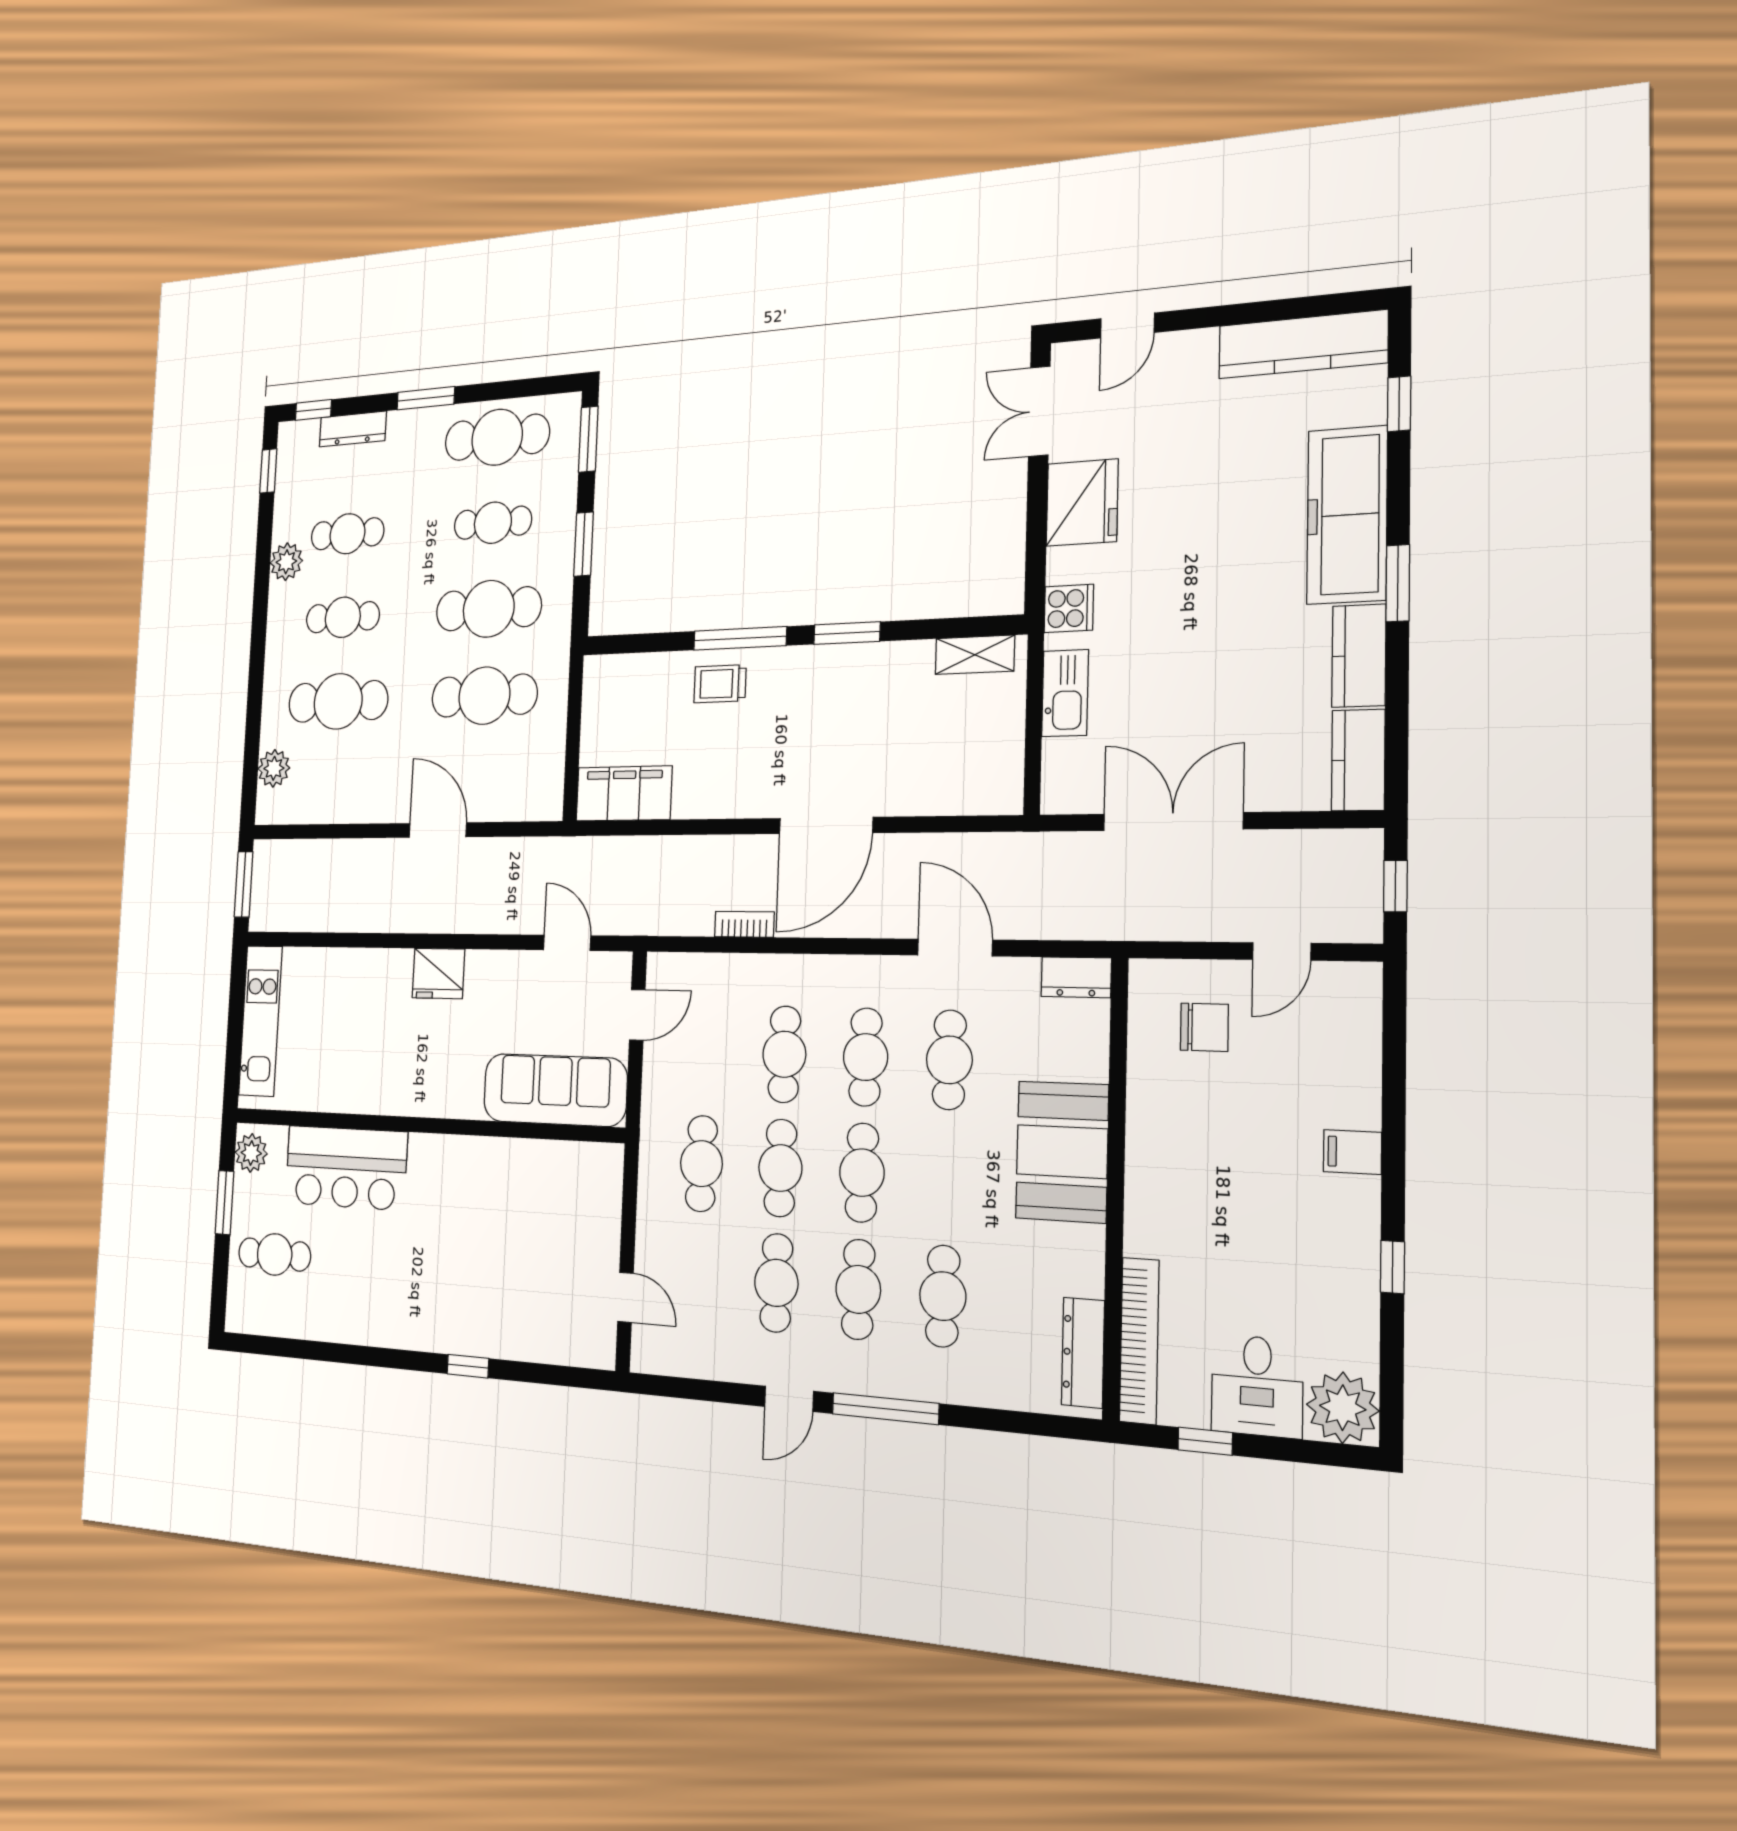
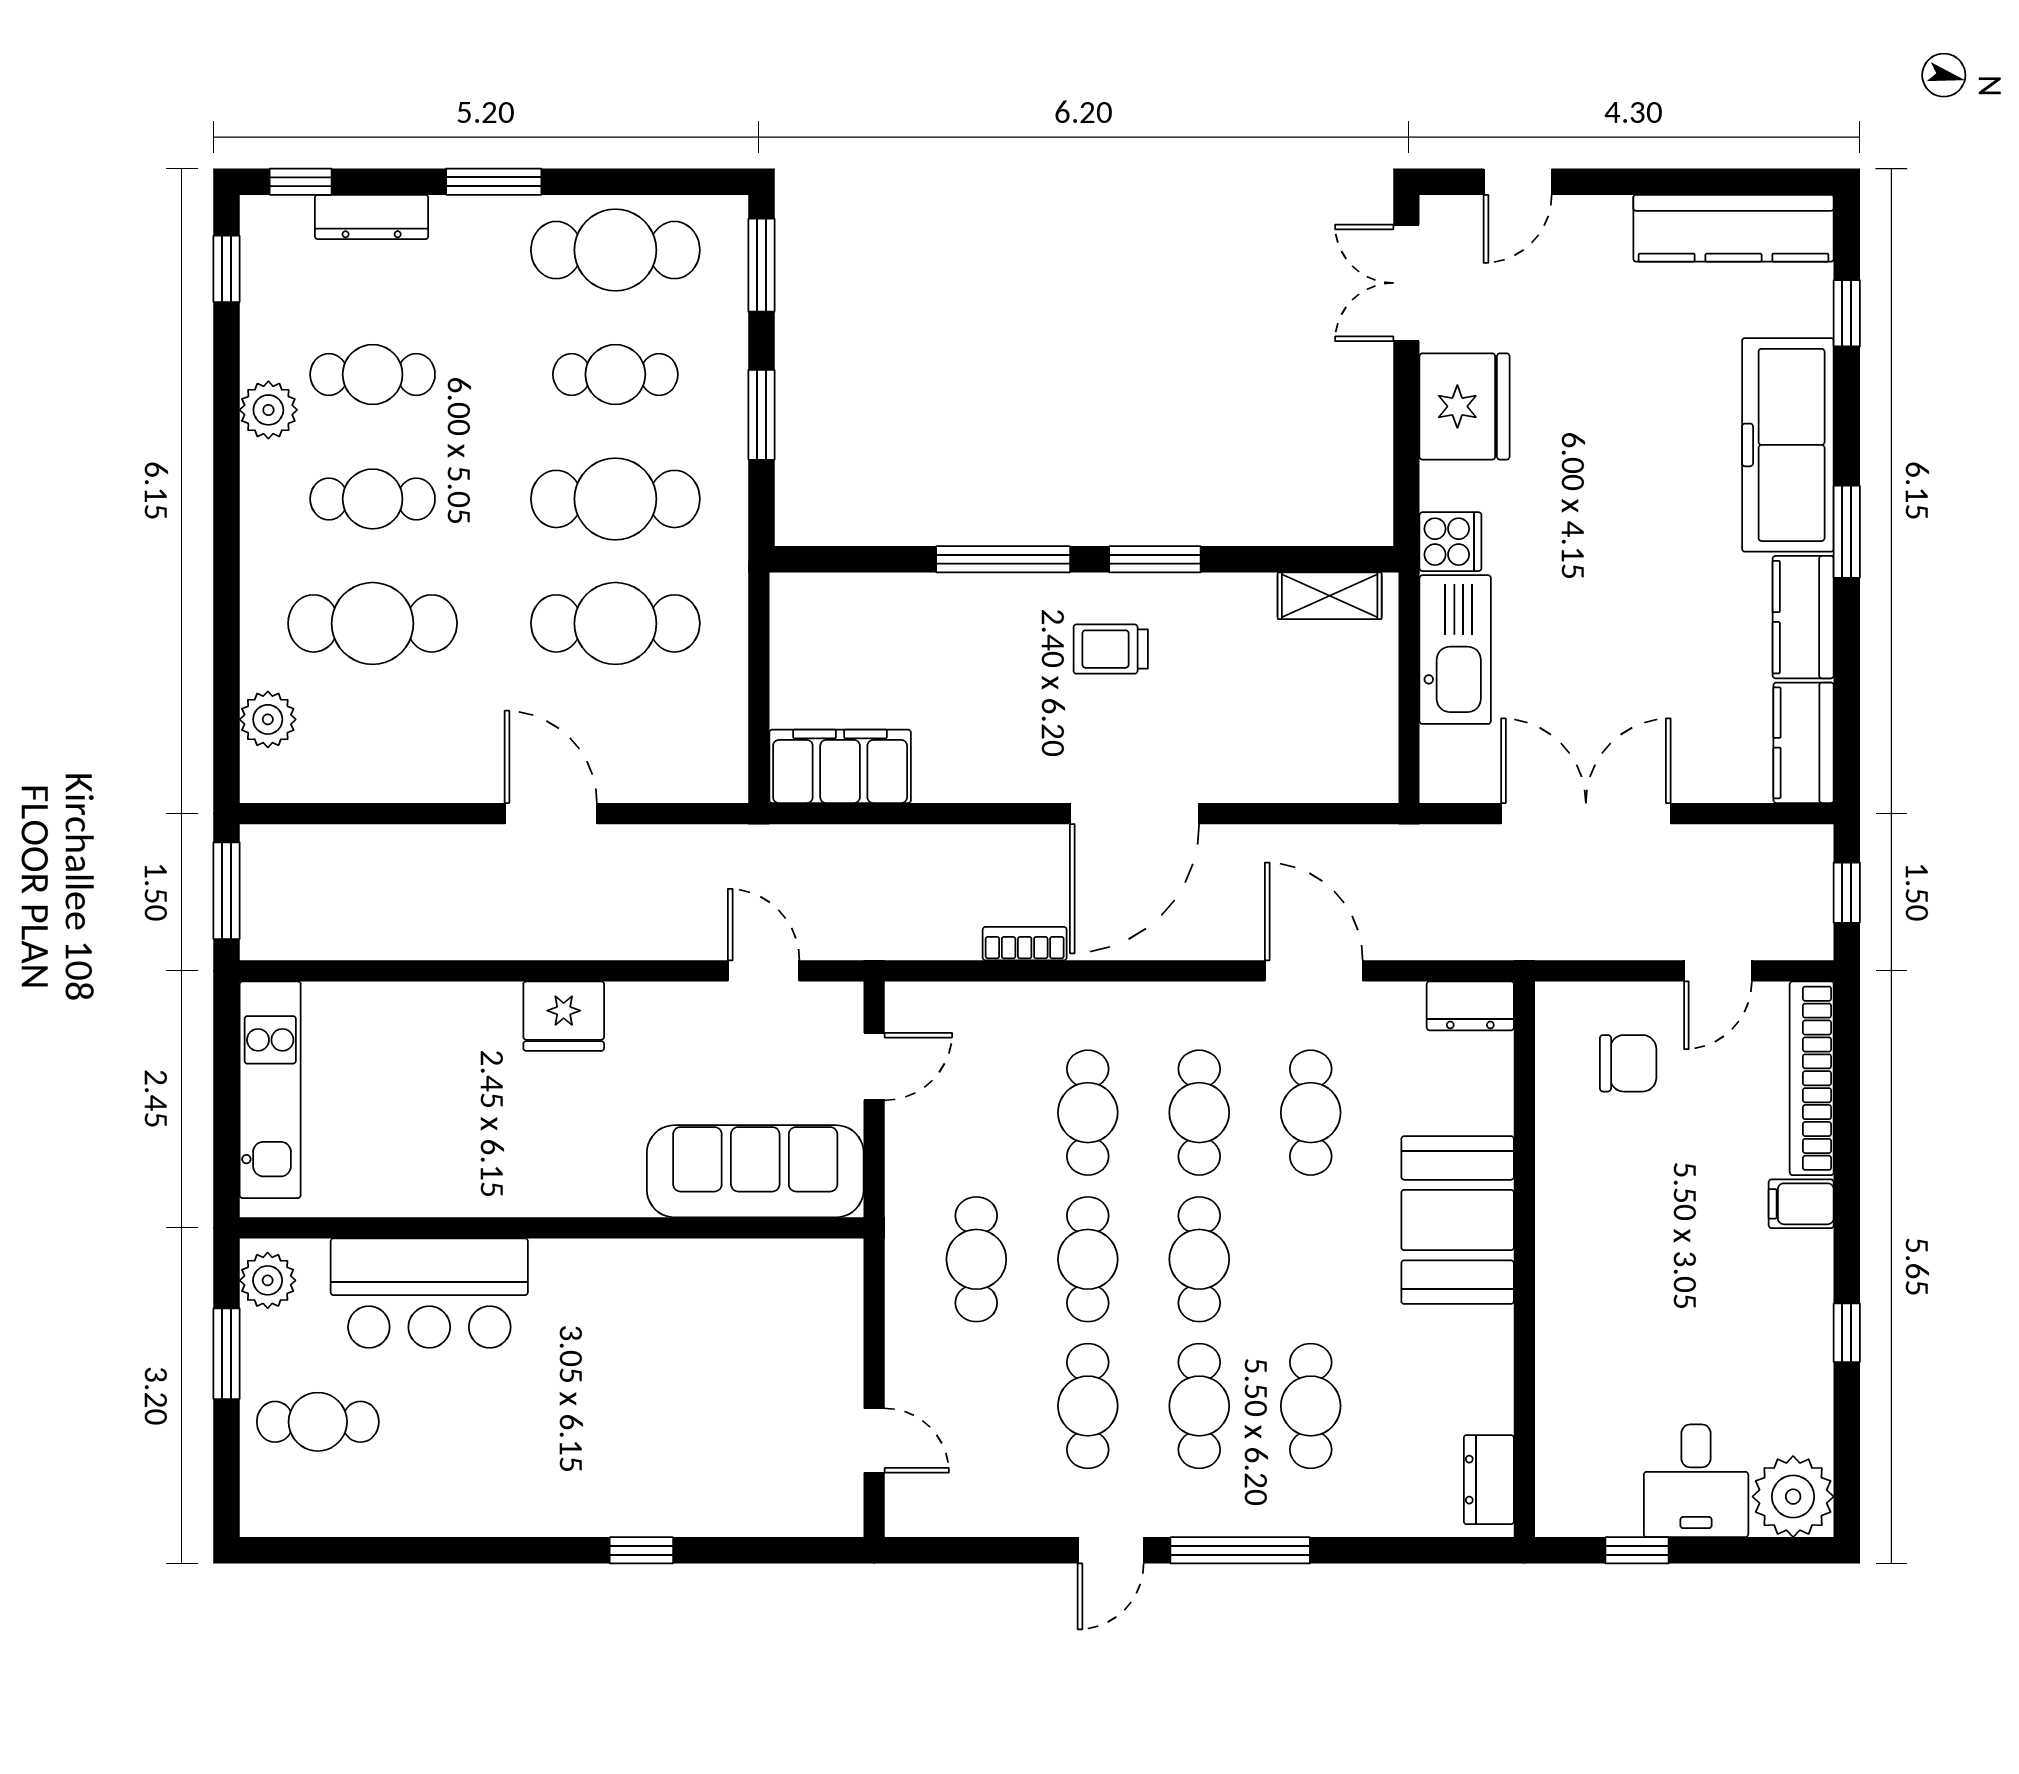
trolley: (720, 684) -> (1111, 649), moved
kitchen sink: (1065, 693) -> (1455, 650), width x1.36, depth x1.24
bookcase: (1139, 1341) -> (1812, 1078), moved, turned 180
dresser: (1083, 1353) -> (1489, 1480), width x0.70

